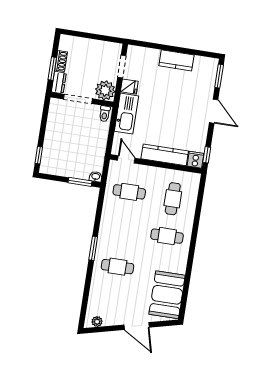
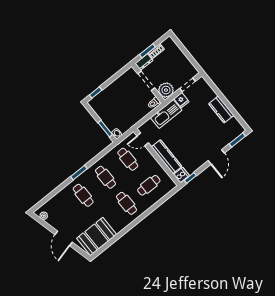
door: (126, 159) -> (143, 139), swing flipped
cafe table: (123, 229) -> (105, 177), added

